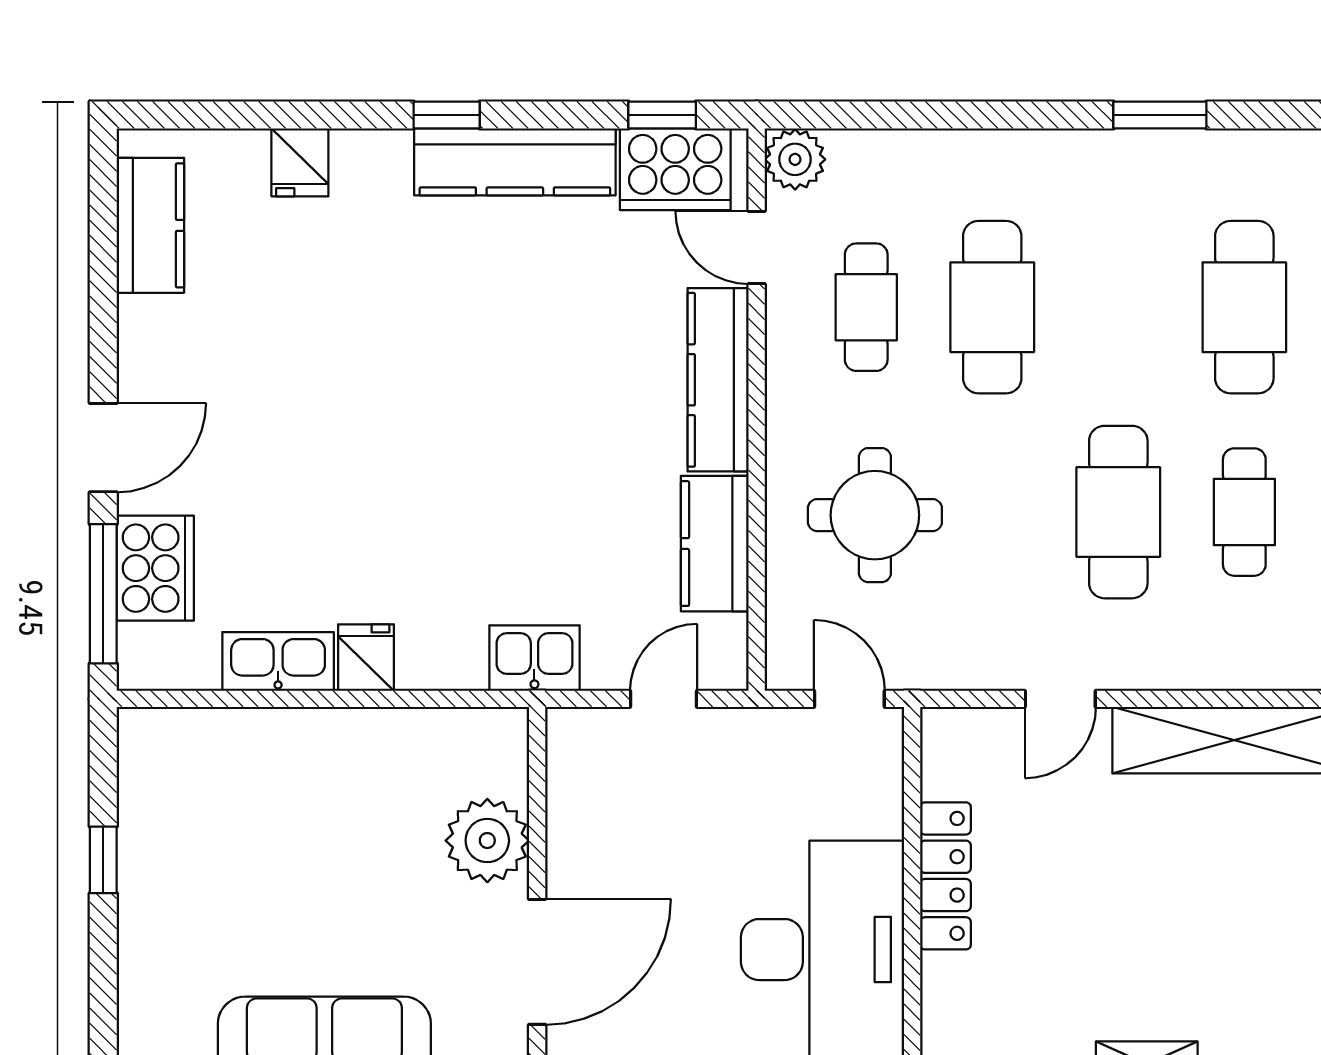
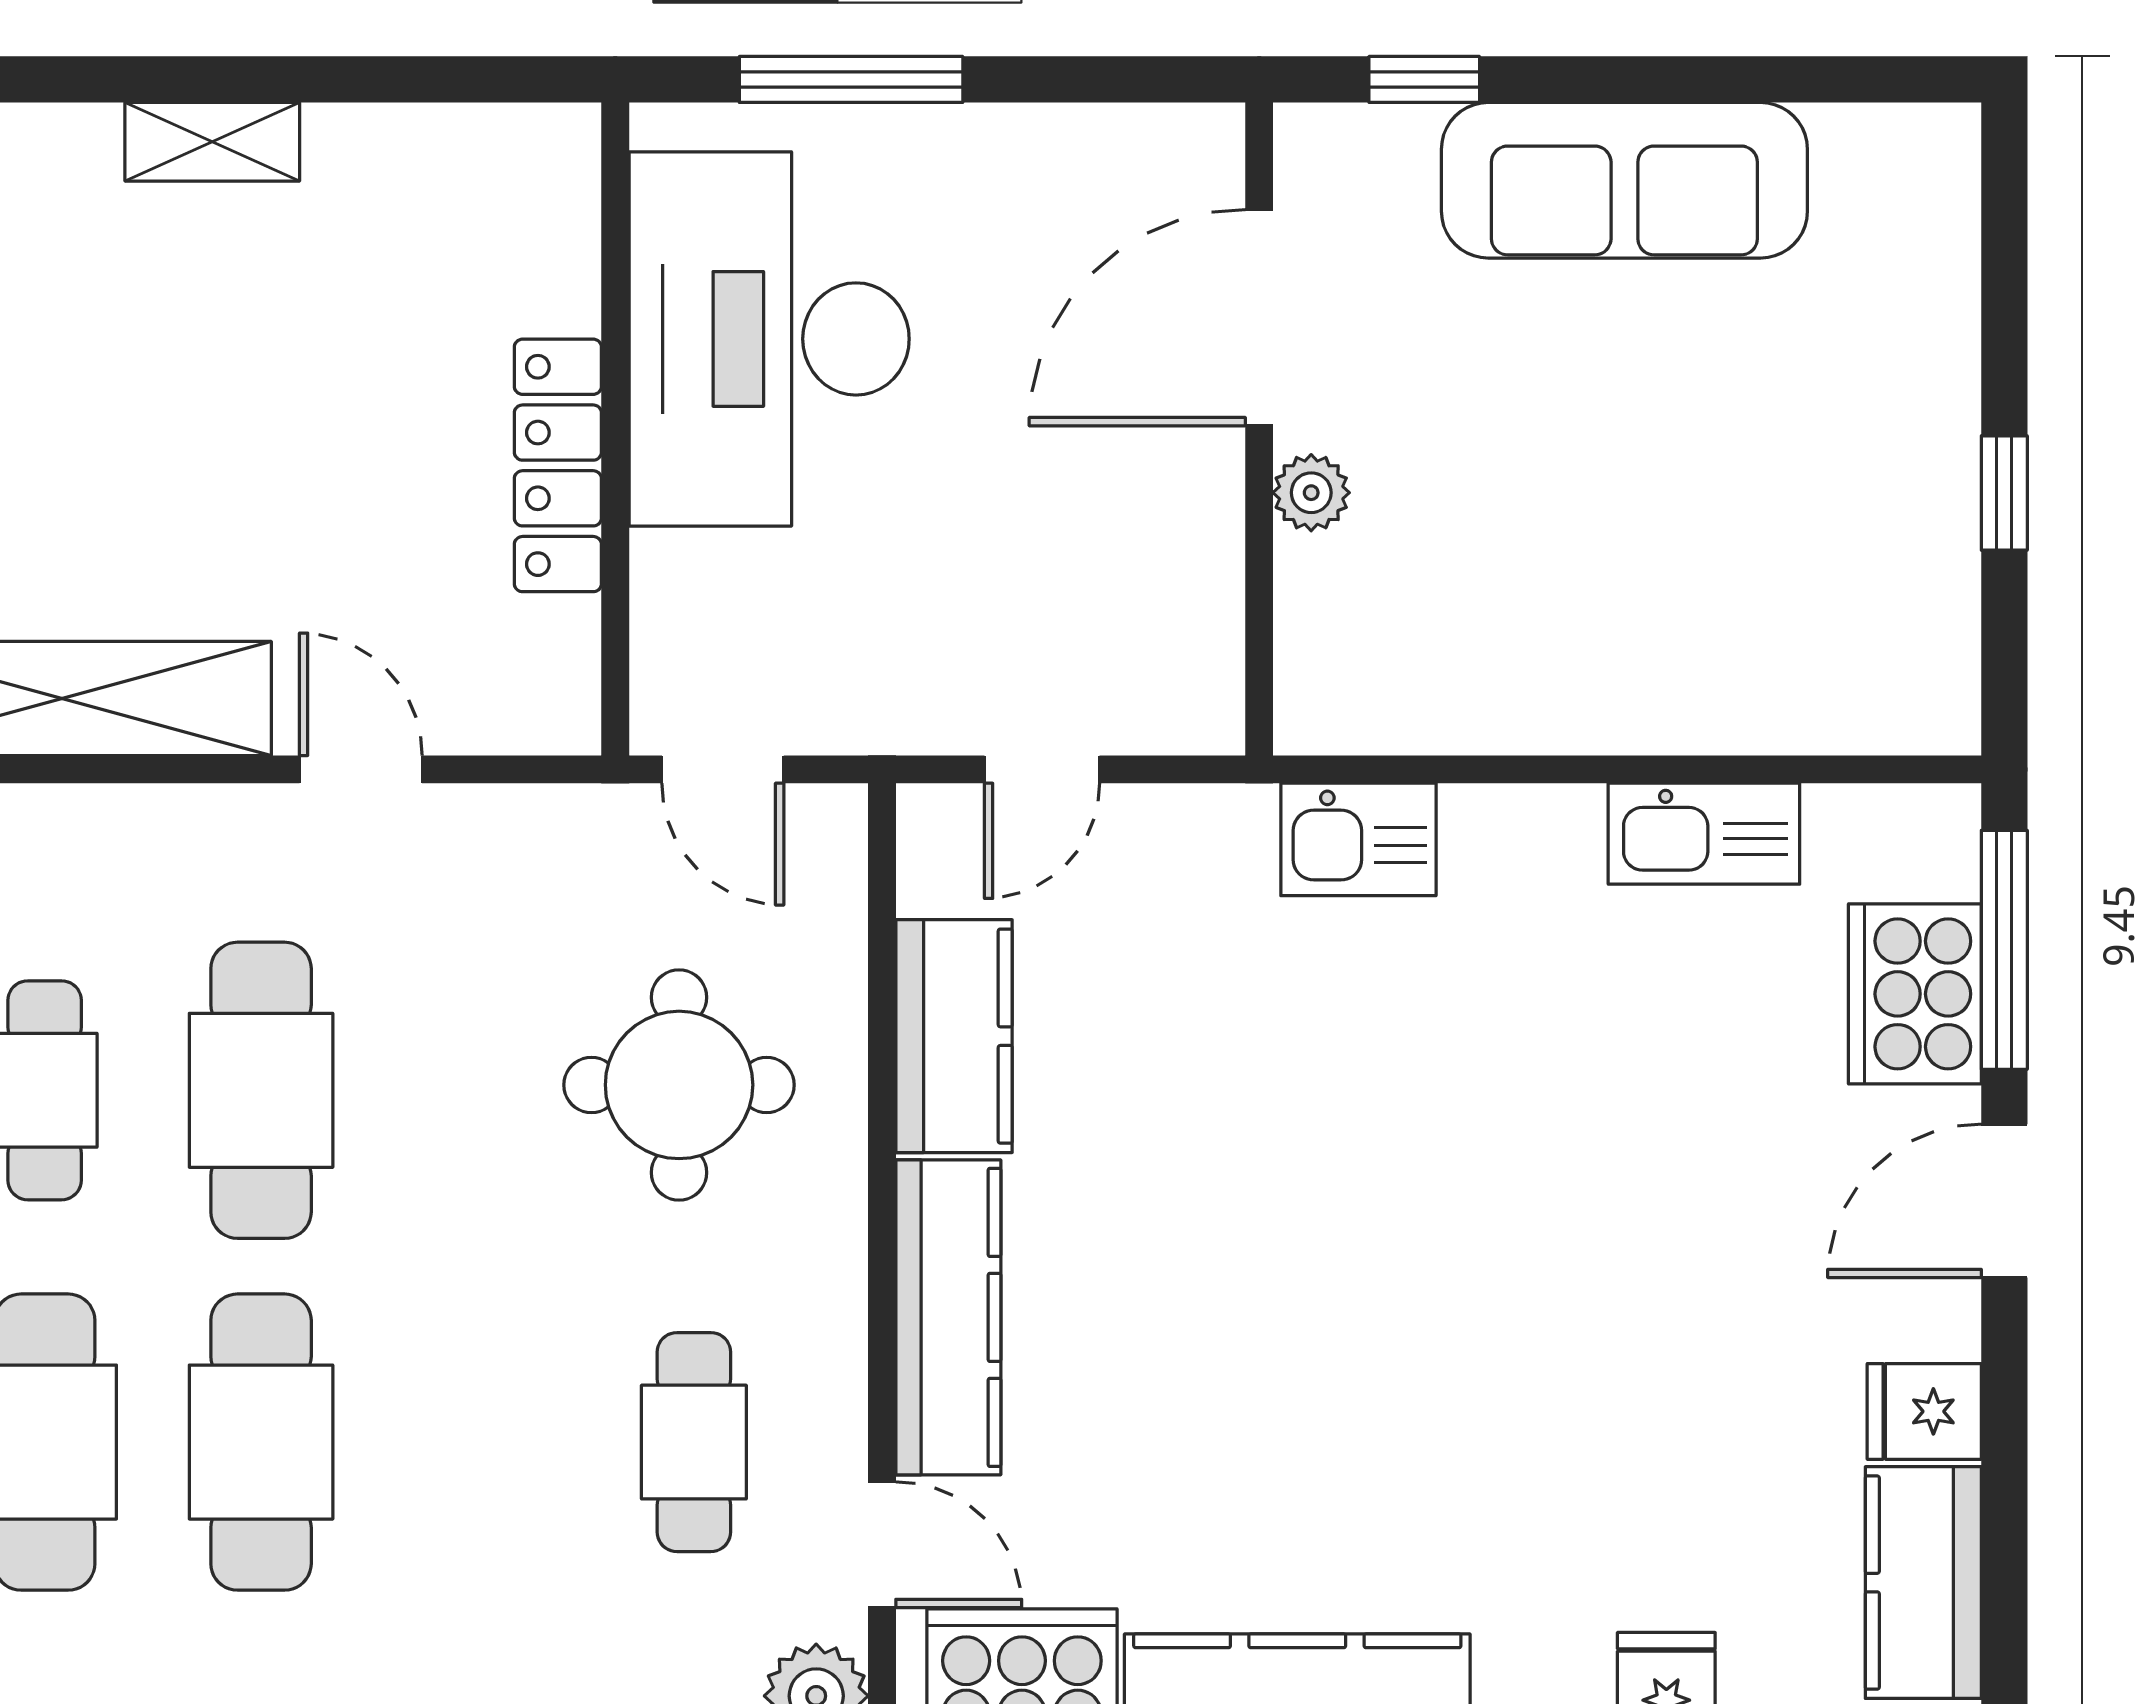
cafe table: (992, 307) -> (261, 1442), moved
fridge: (366, 658) -> (1924, 1411), moved, turned 90
kitchen sink: (534, 658) -> (1358, 839), moved
door: (1060, 699) -> (361, 769), hinge flipped
plant: (487, 841) -> (1311, 493), width x0.53, depth x0.53

